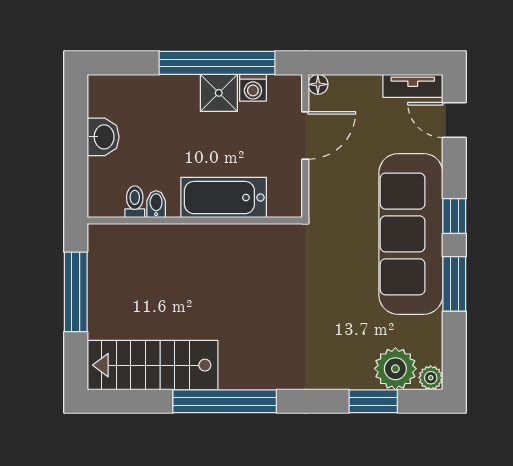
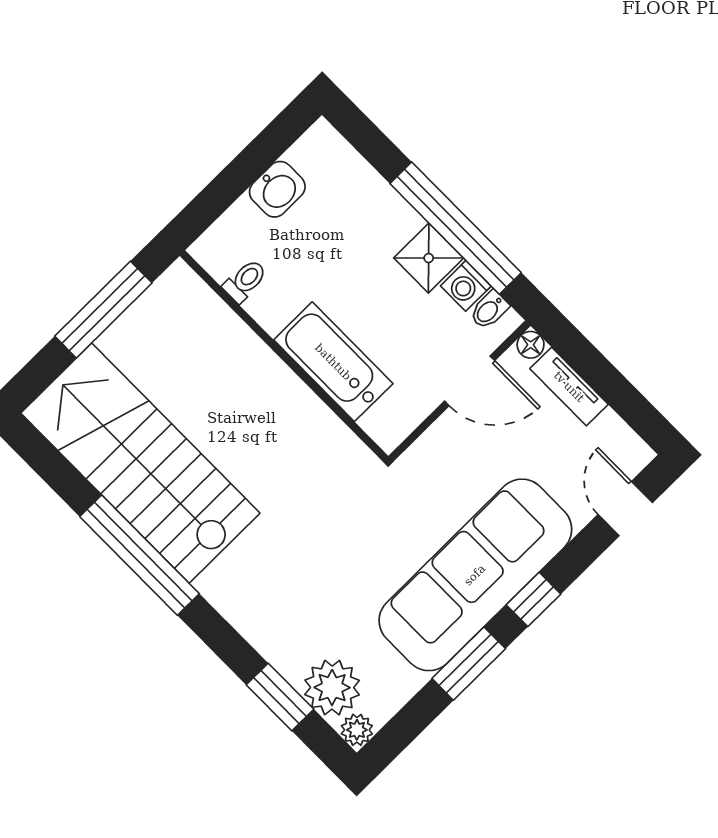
tv unit: (413, 86) -> (569, 387), moved
bidet: (156, 204) -> (489, 310), moved, turned 180
stairs: (153, 365) -> (140, 463), width x1.36, depth x1.51

